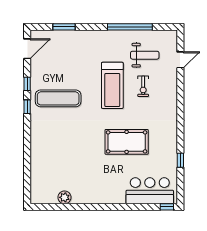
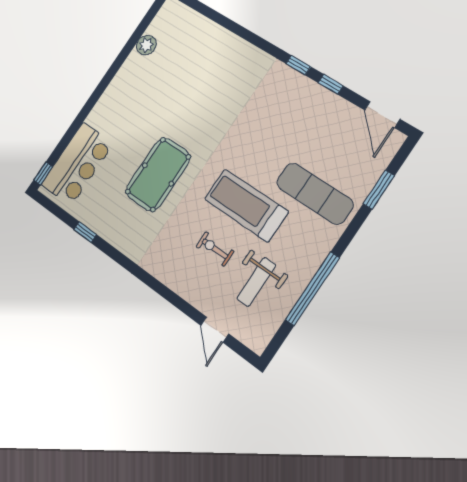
exercise mat: (58, 98) -> (315, 194), moved, turned 90

